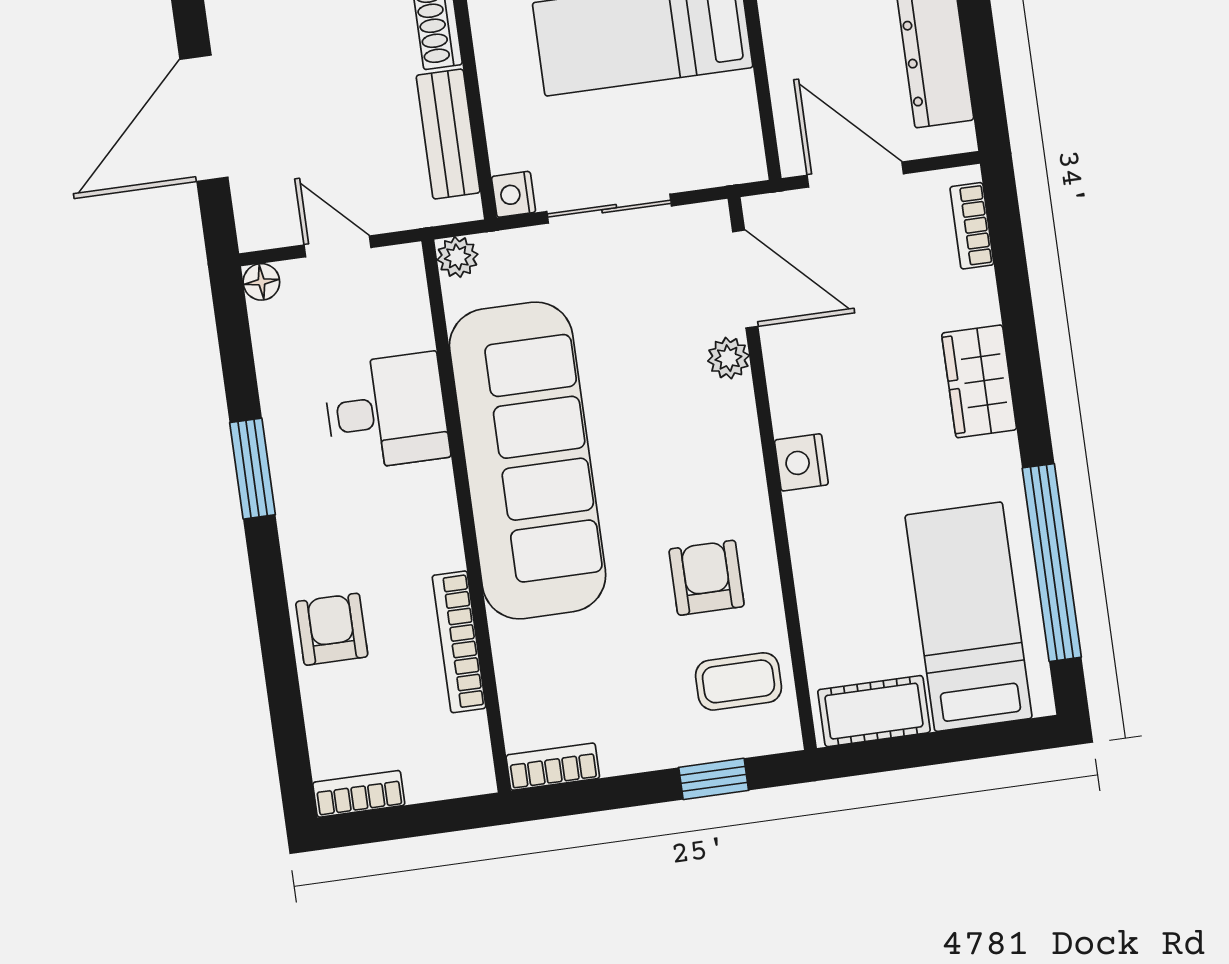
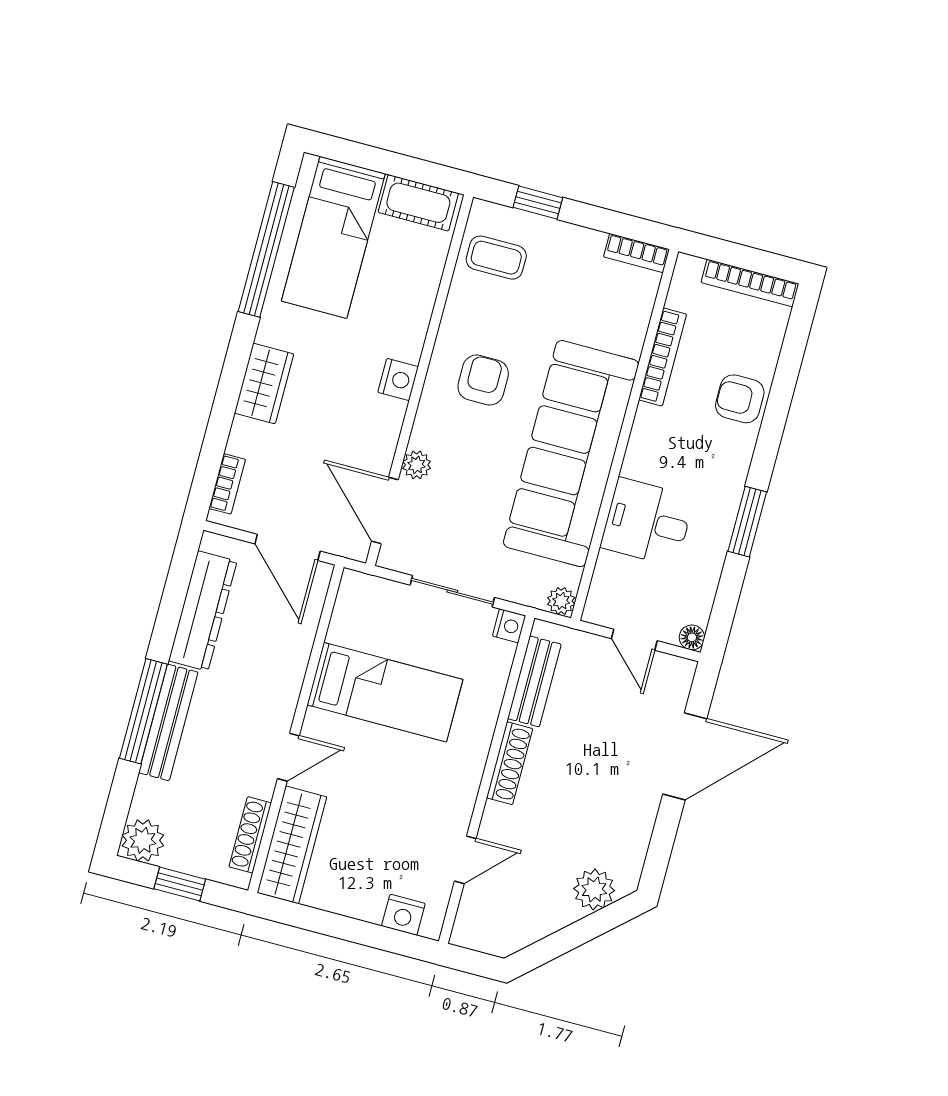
armchair: (707, 578) -> (483, 380), moved, turned 180
armchair: (332, 629) -> (740, 399), turned 90
bookcase: (359, 794) -> (750, 283), width x1.56

